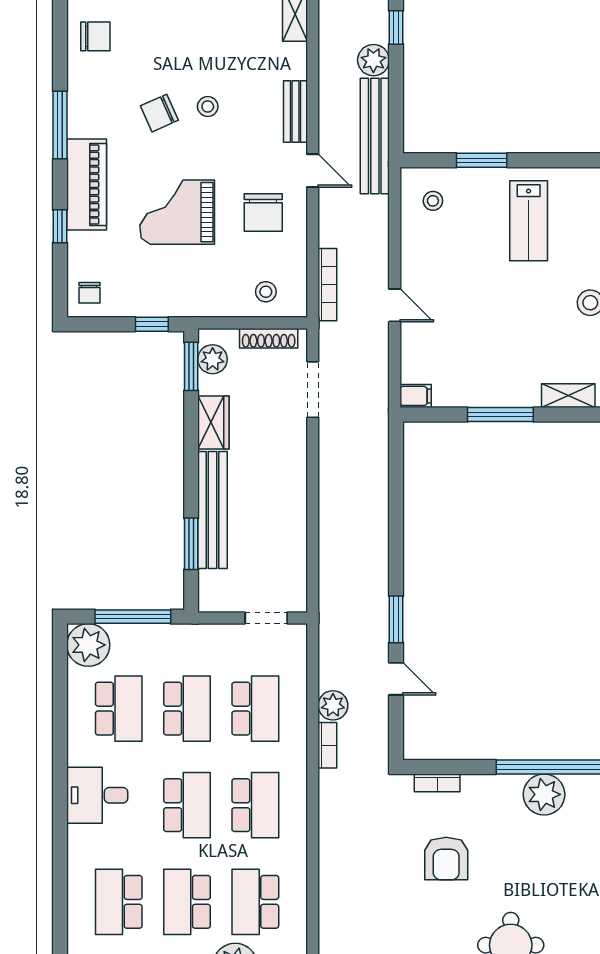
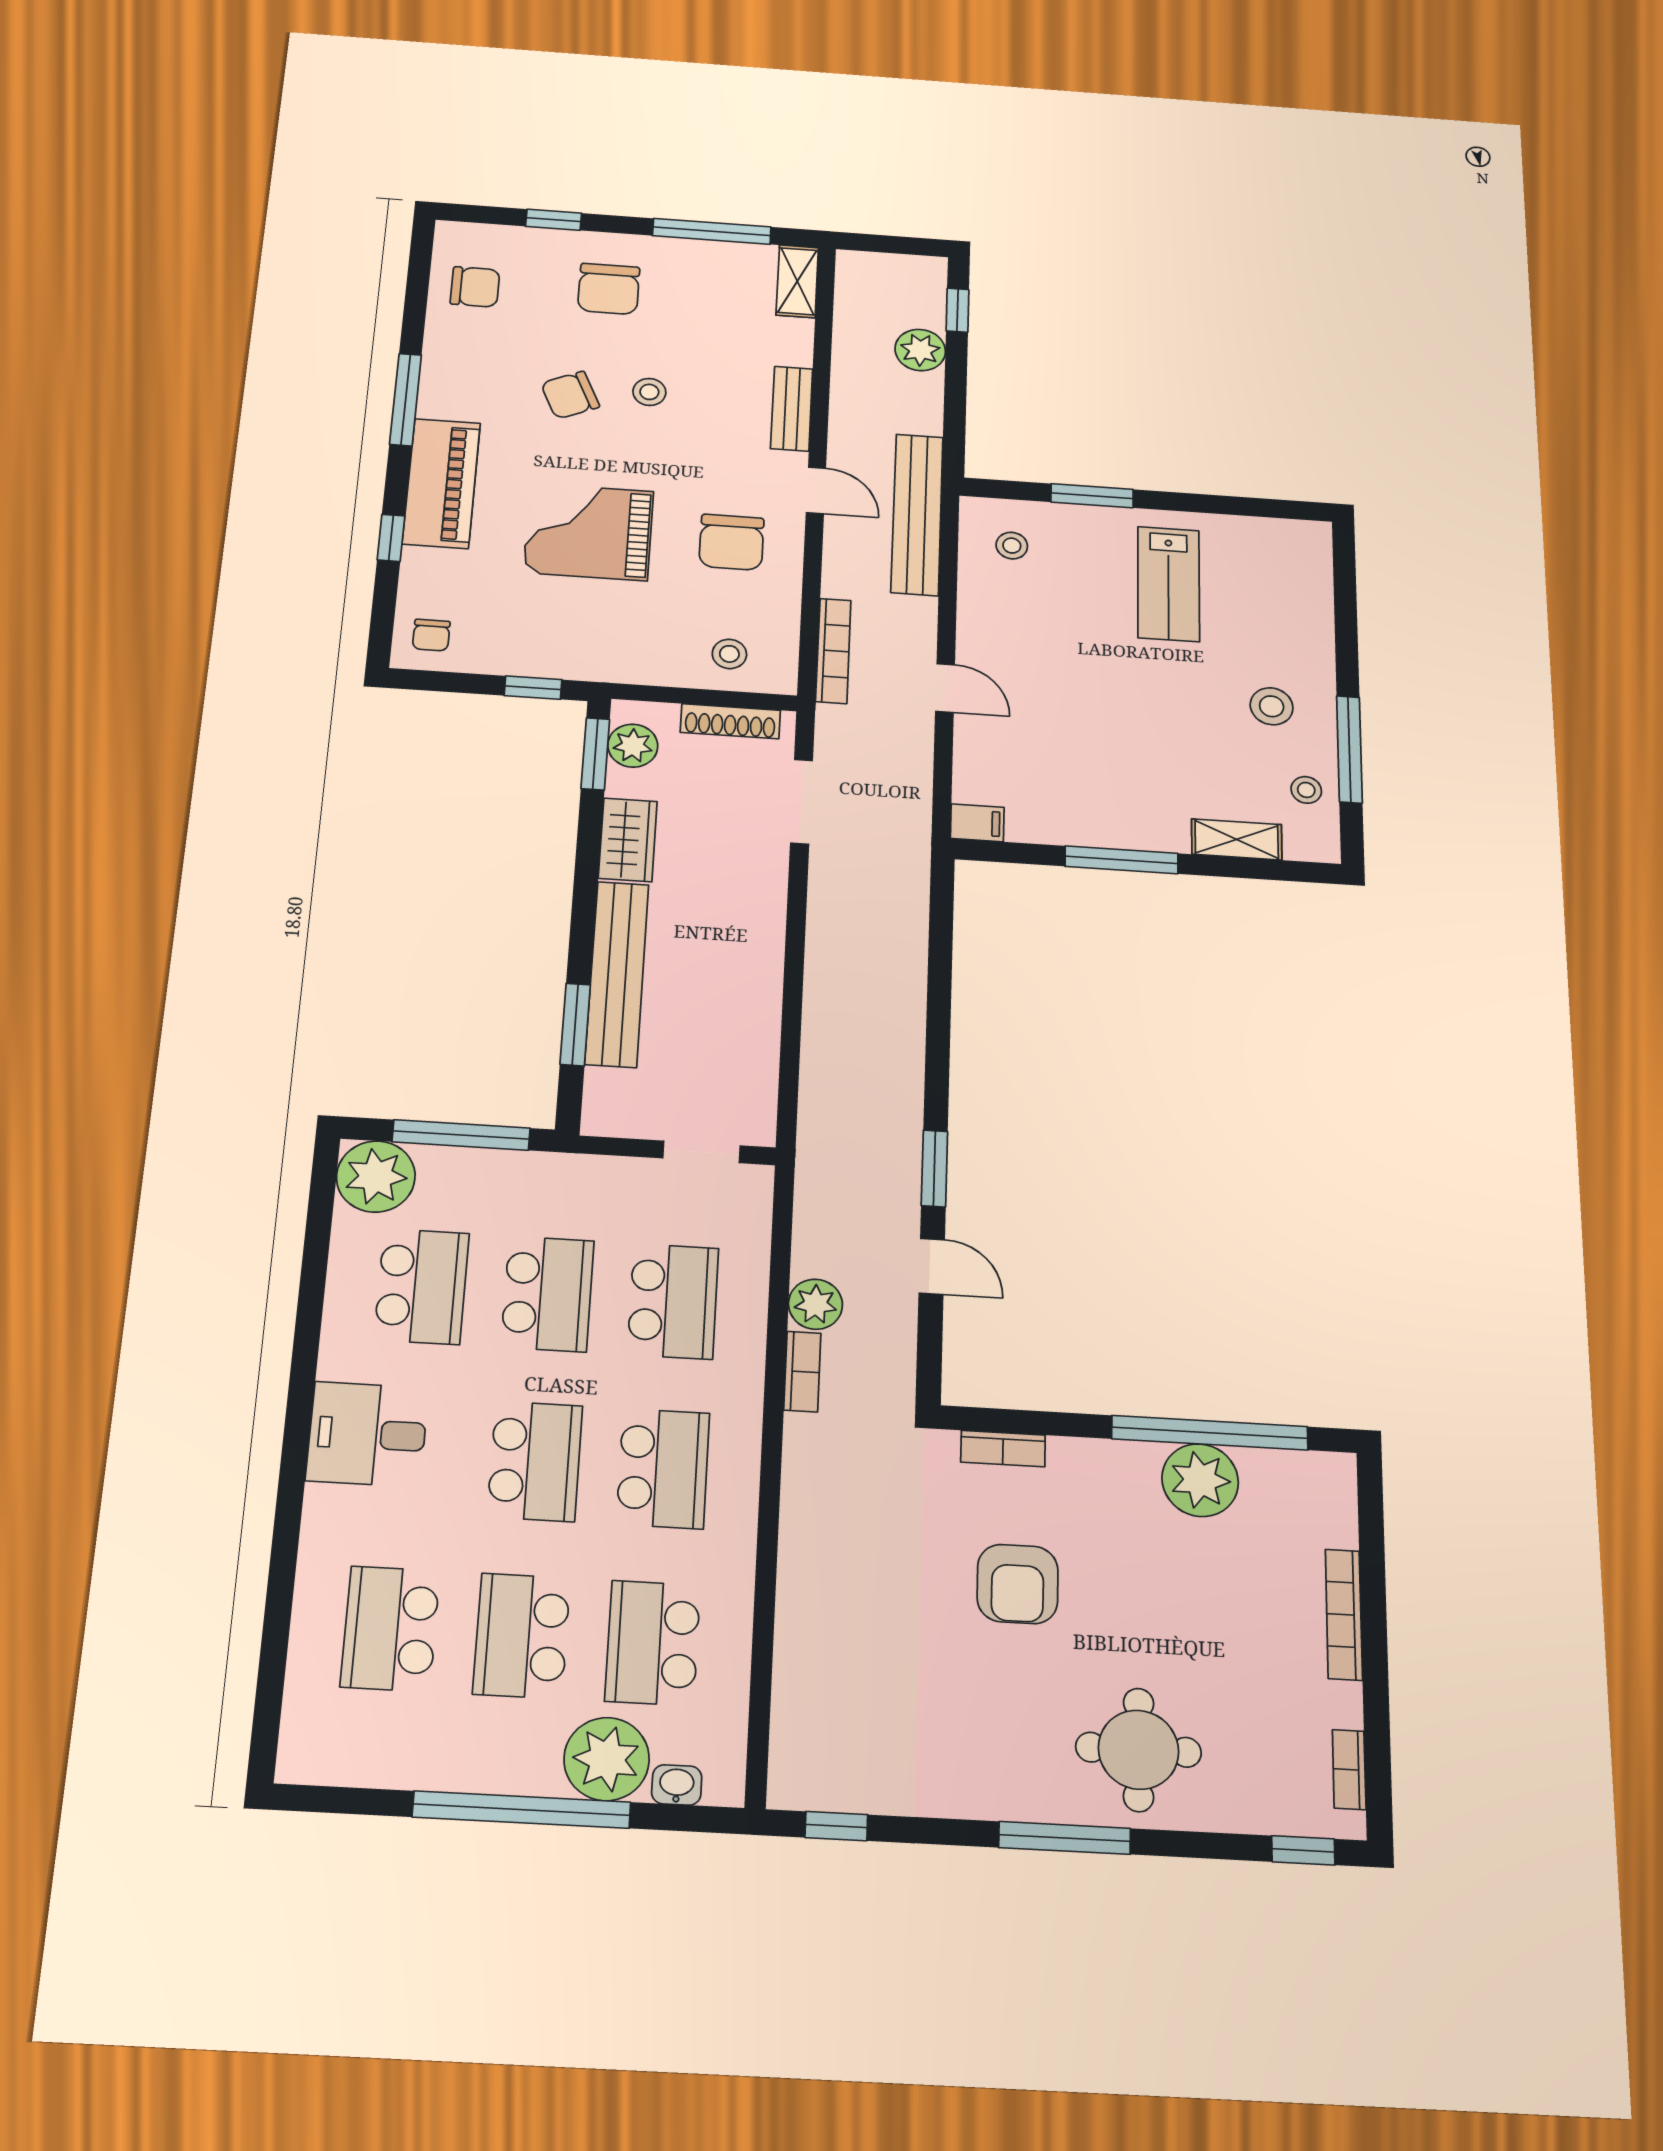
chair: (178, 31) -> (609, 289), added
bench: (375, 136) -> (917, 514), moved

